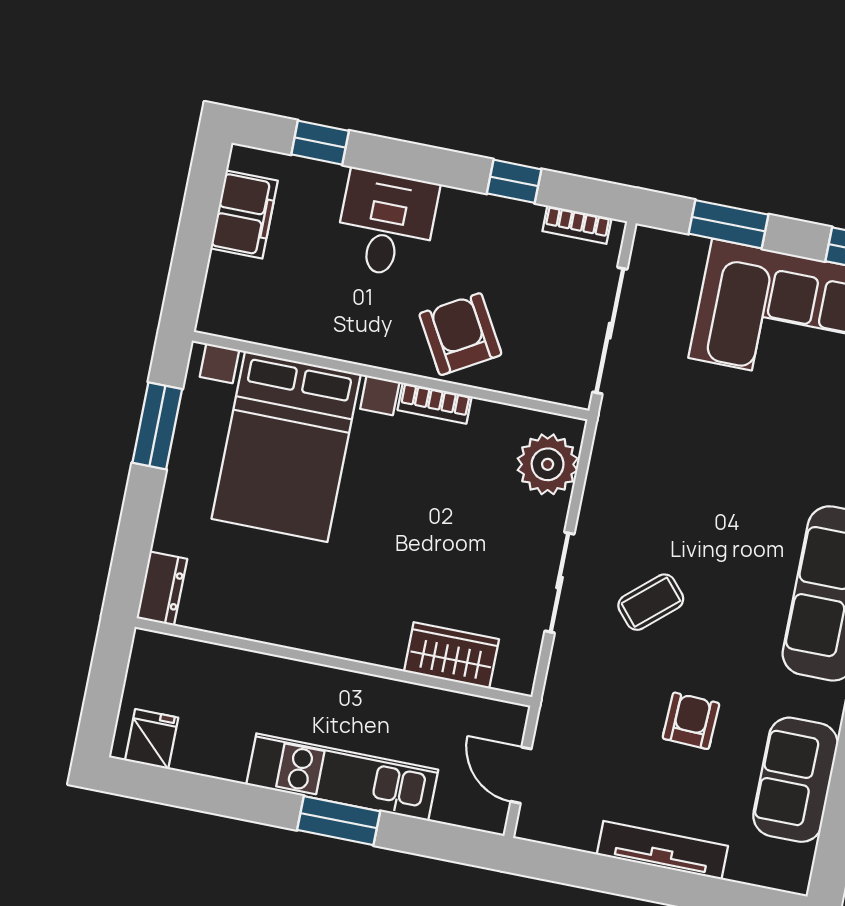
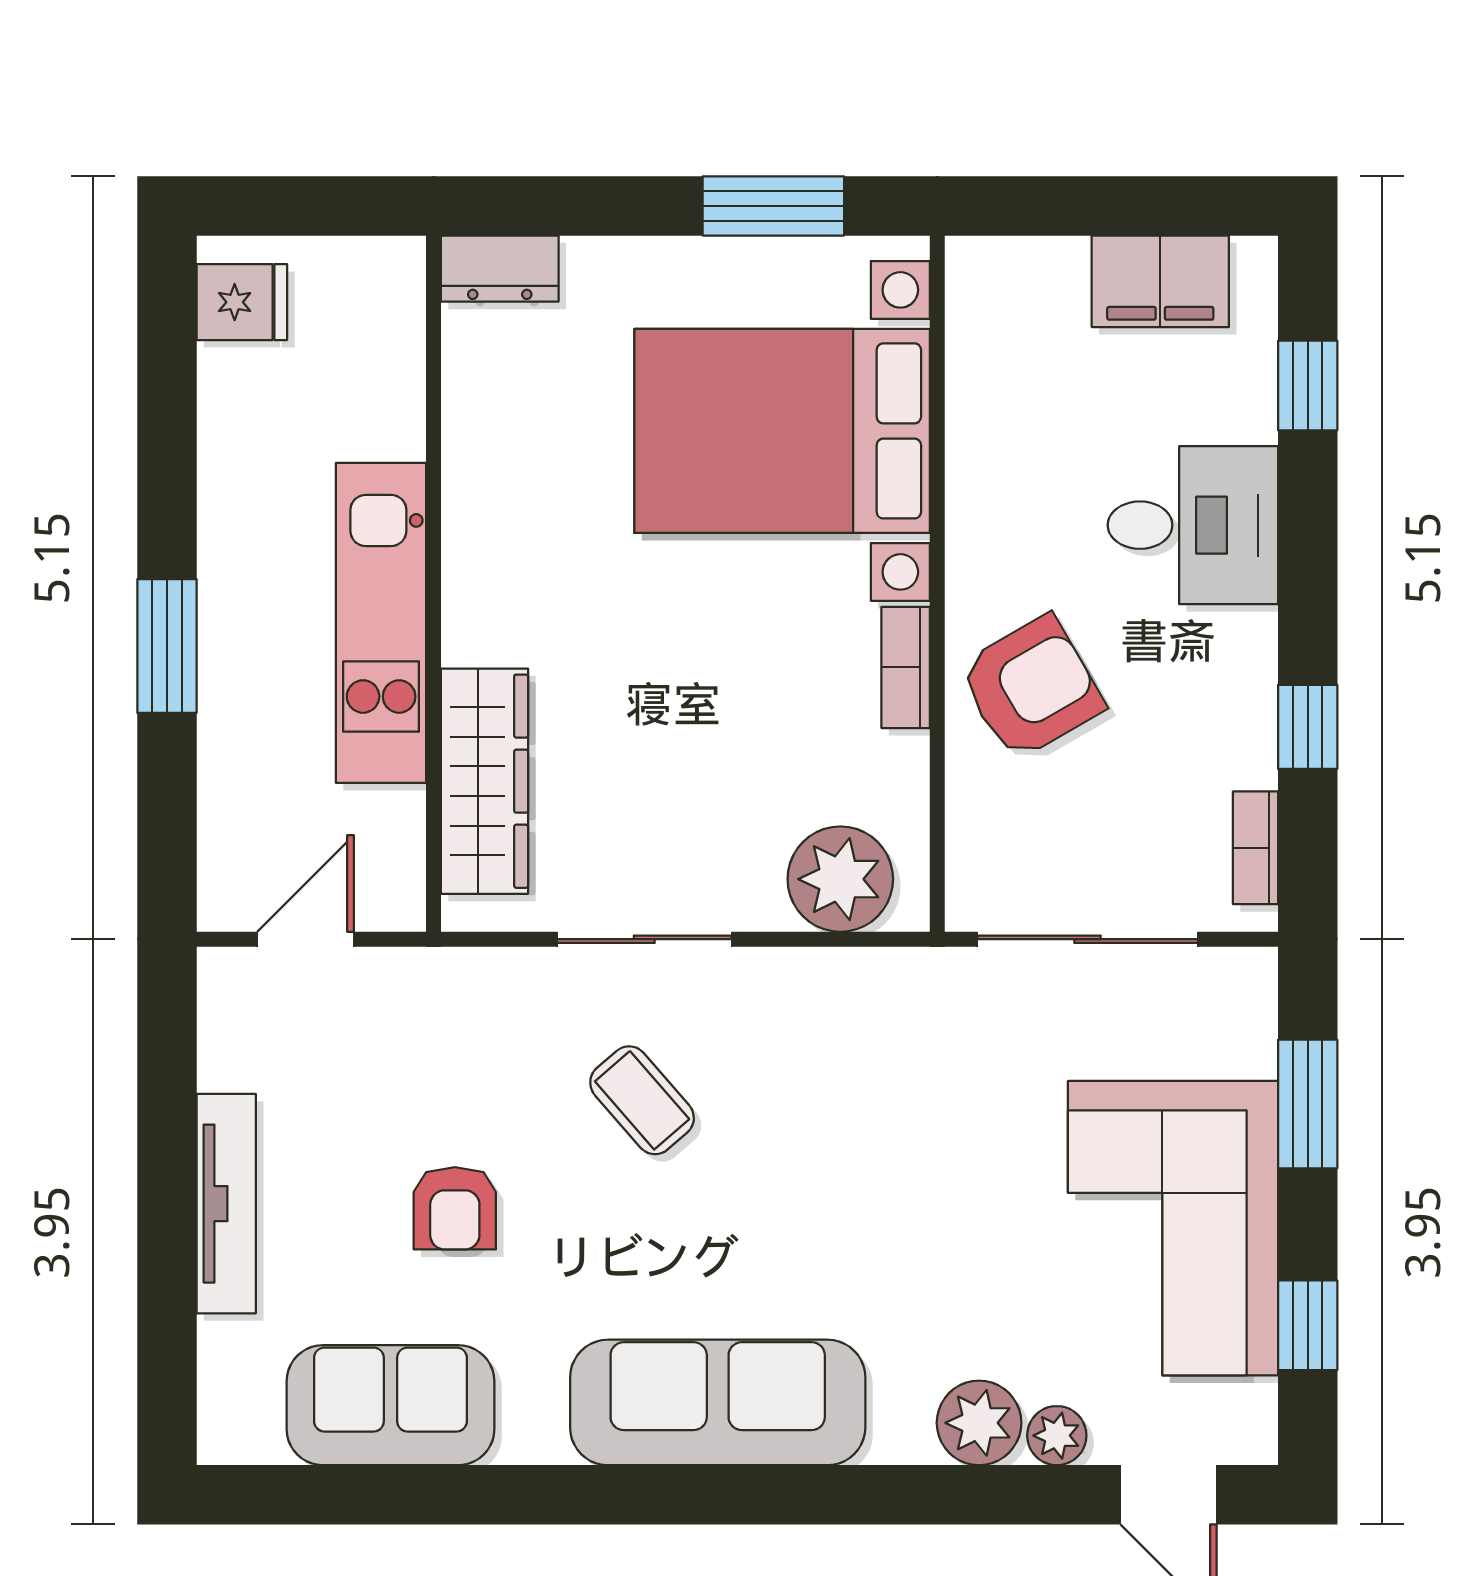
wardrobe: (451, 655) -> (485, 781), width x1.50
armchair: (691, 721) -> (455, 1208), turned 88
kitchen unit: (342, 777) -> (381, 623), moved, turned 180

